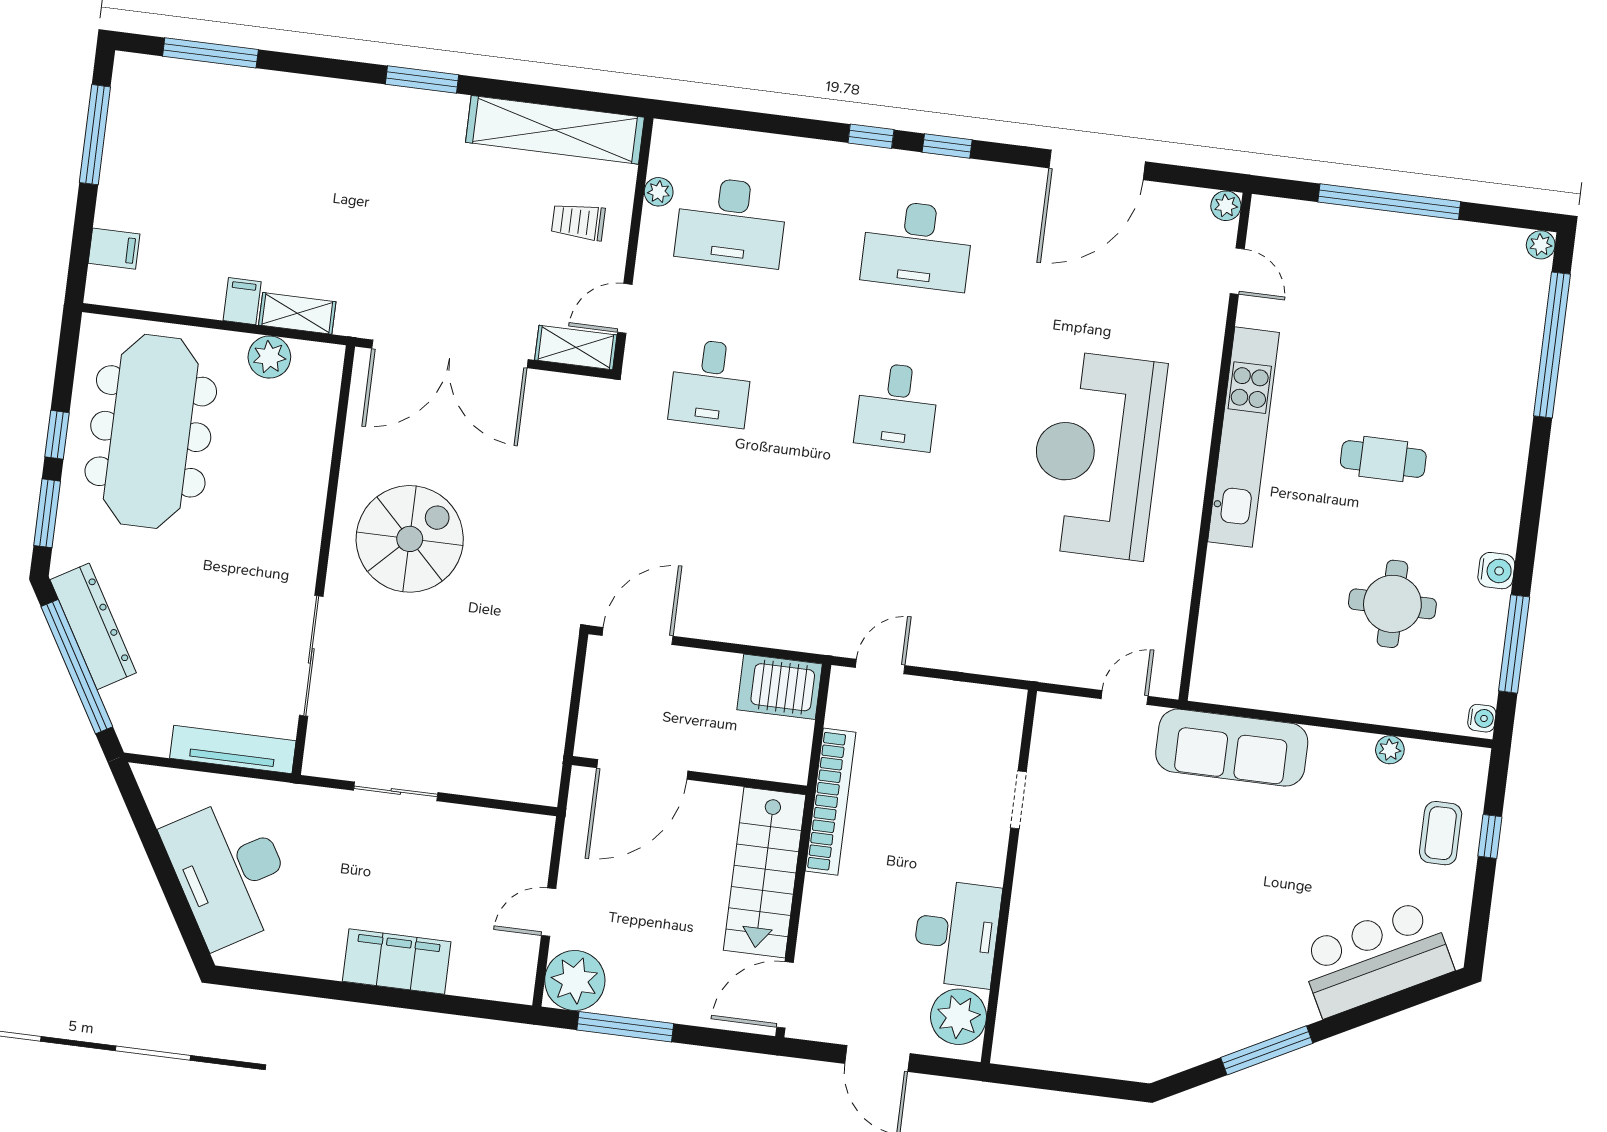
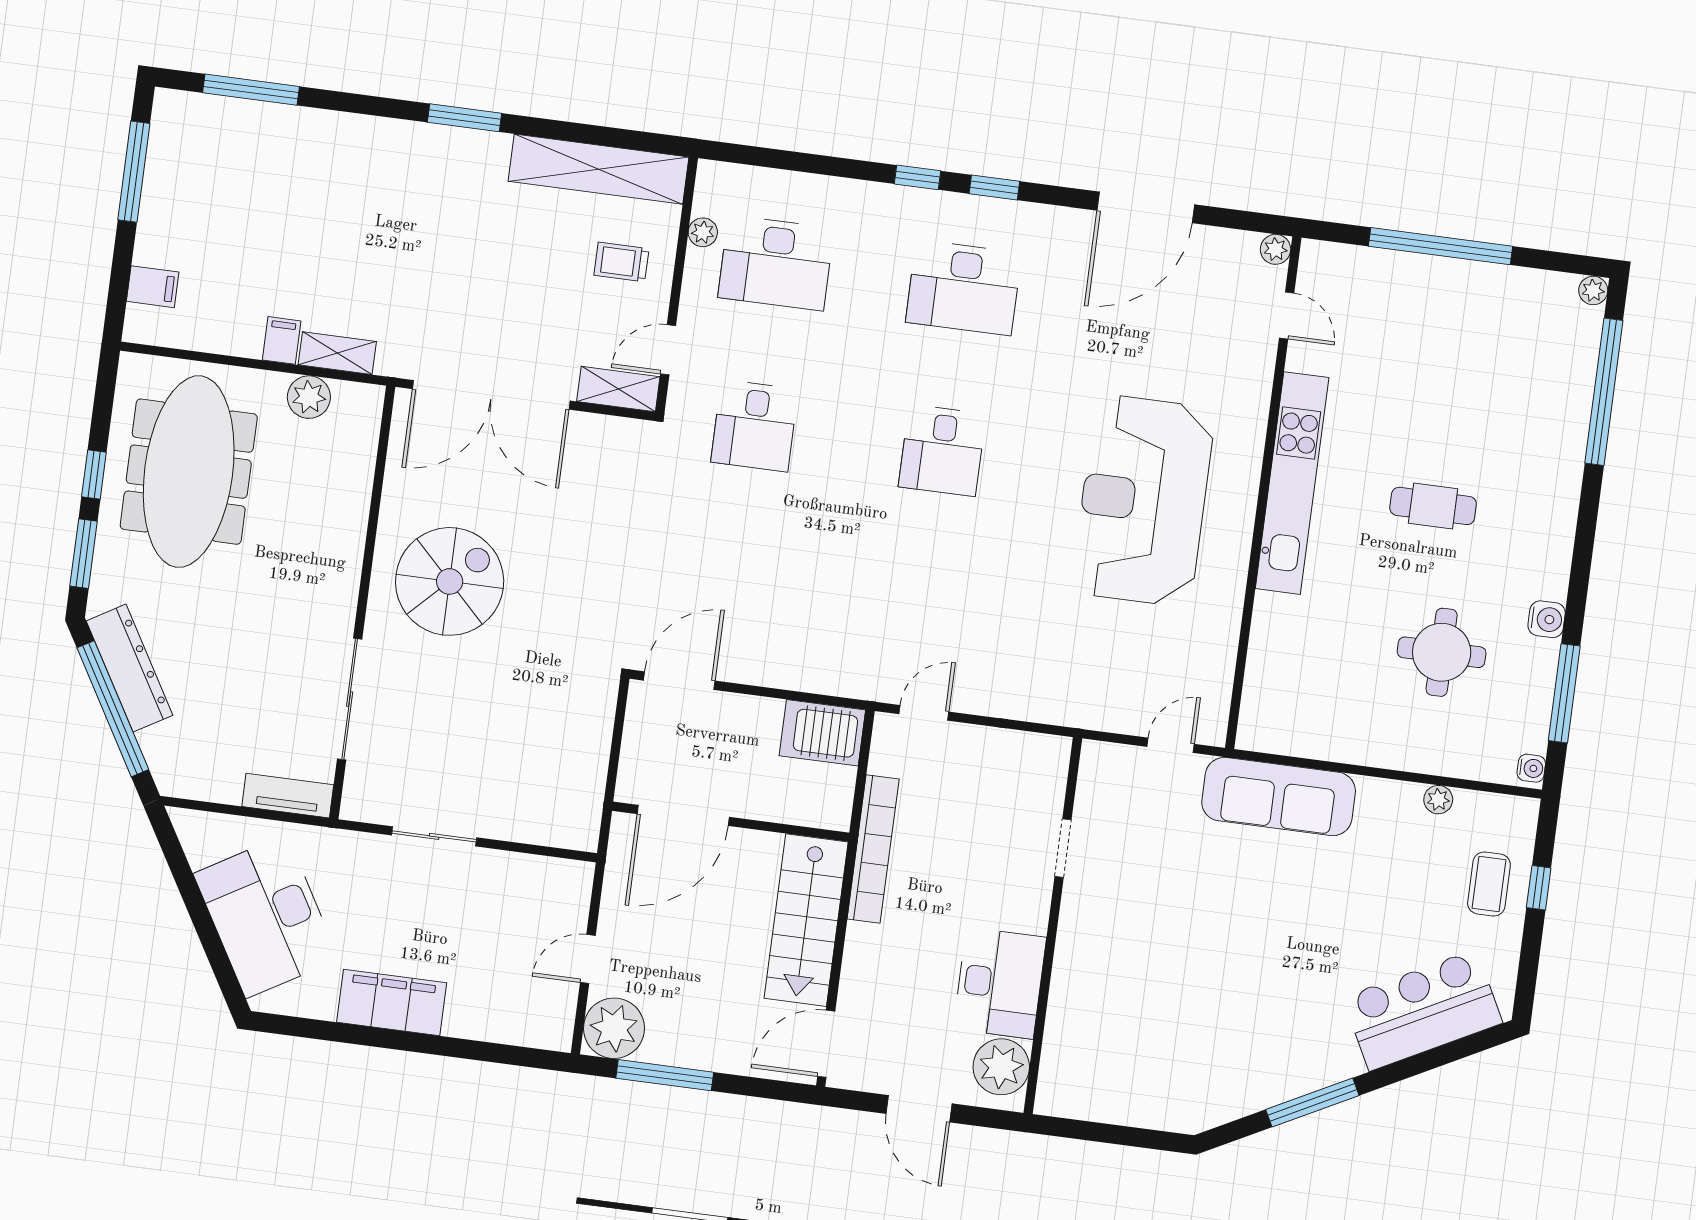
tv unit: (233, 750) -> (288, 796), width x0.71
filing cabinet: (397, 962) -> (392, 1003), moved

